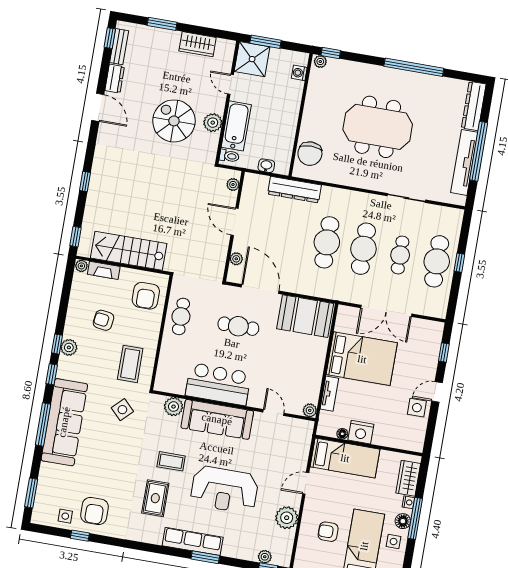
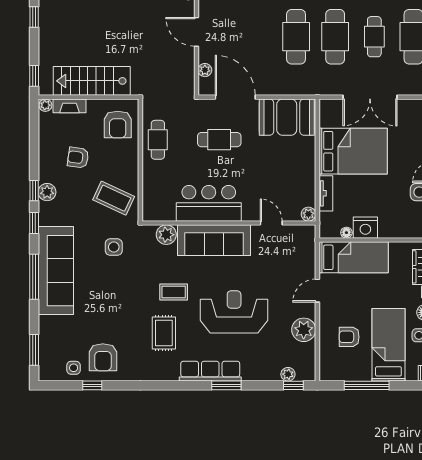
coffee table: (130, 364) -> (114, 198), turned -65
side table: (122, 410) -> (114, 247), turned 45
reception desk: (224, 490) -> (234, 312), turned 180

